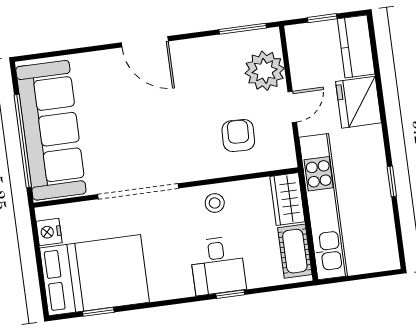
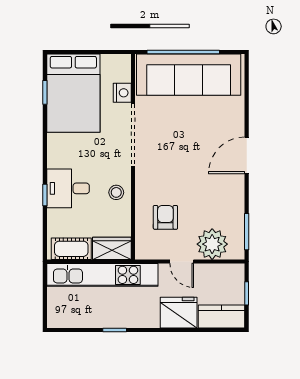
armchair: (238, 136) -> (165, 217), turned -92
nightstand: (49, 232) -> (122, 93), moved, turned 90

